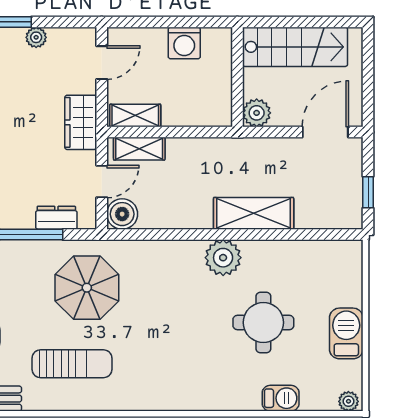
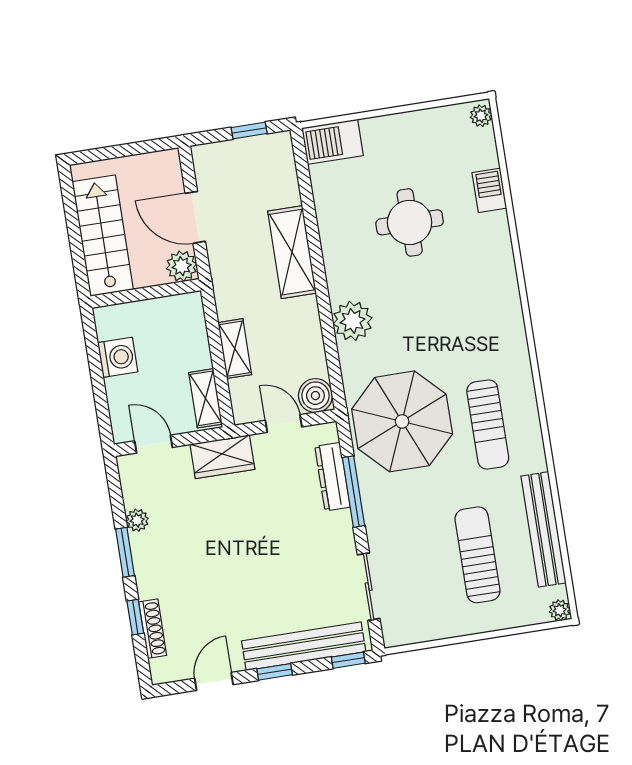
door: (325, 132) -> (195, 217), moved
shelving: (139, 149) -> (235, 349), moved
dresser: (56, 218) -> (332, 477), width x1.44
plant: (223, 258) -> (352, 321), moved
parasol: (87, 288) -> (402, 421), width x1.36, depth x1.36
barbecue: (346, 333) -> (333, 142), moved
sun lounger: (72, 364) -> (488, 425), turned 180

